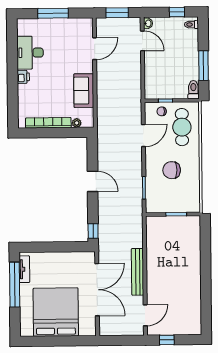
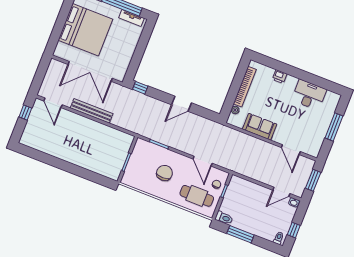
printer: (23, 77) -> (280, 77), moved

